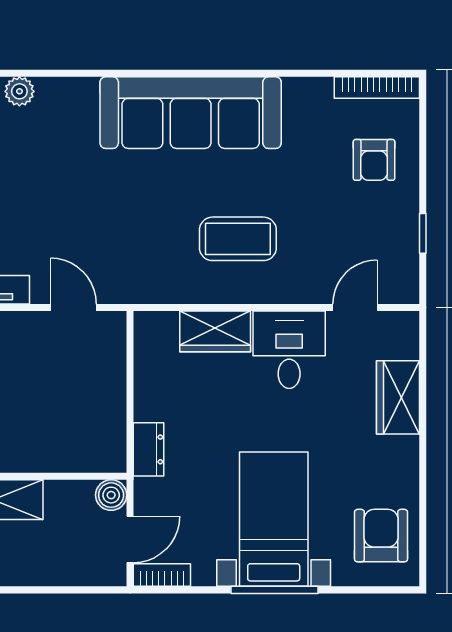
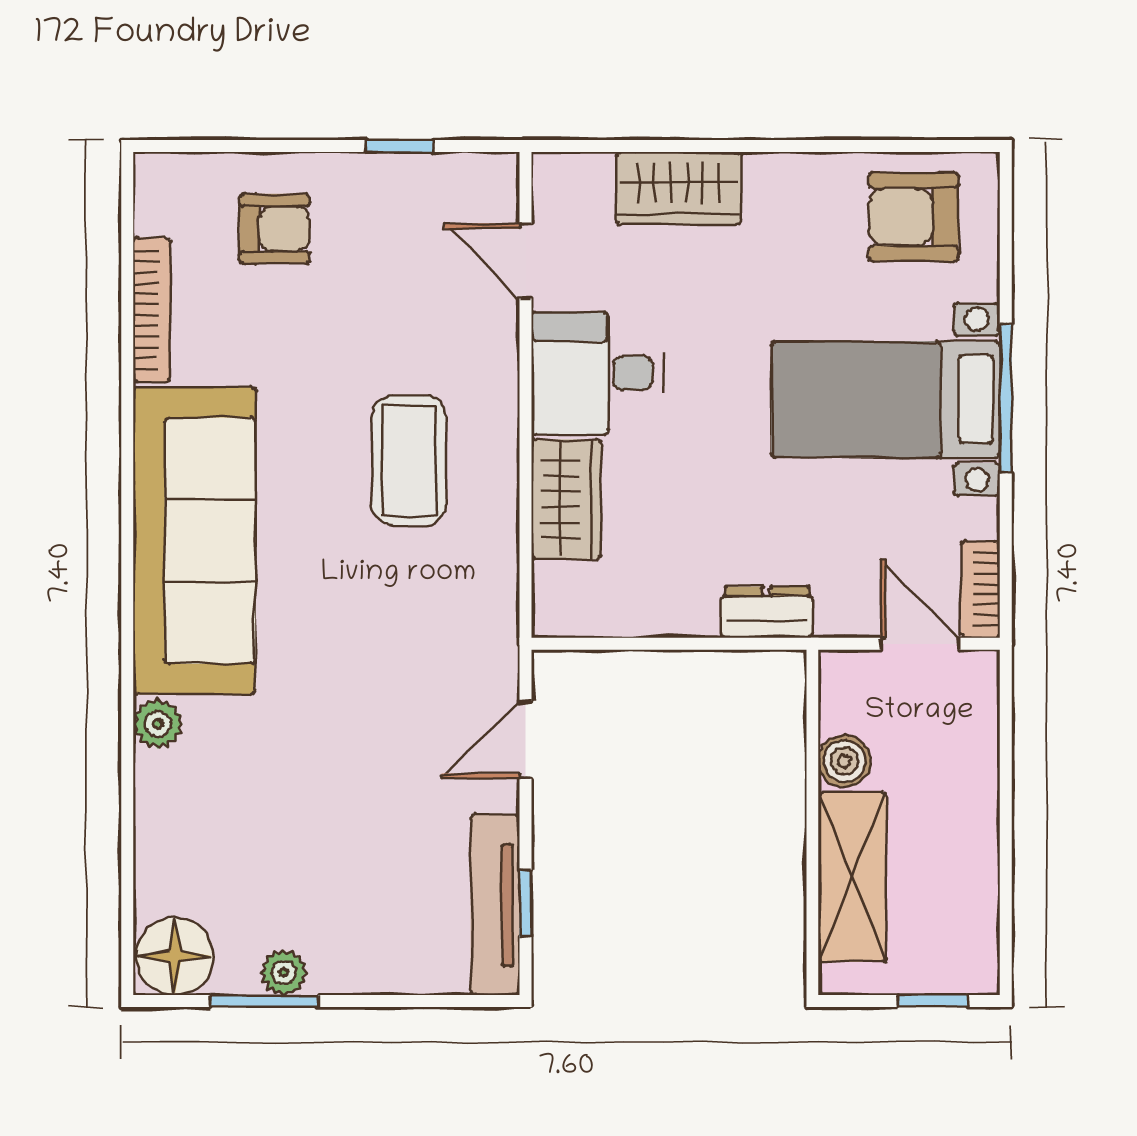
bookcase: (377, 88) -> (152, 310), moved
plant: (19, 91) -> (158, 724), moved
boiler: (111, 495) -> (844, 761), moved

